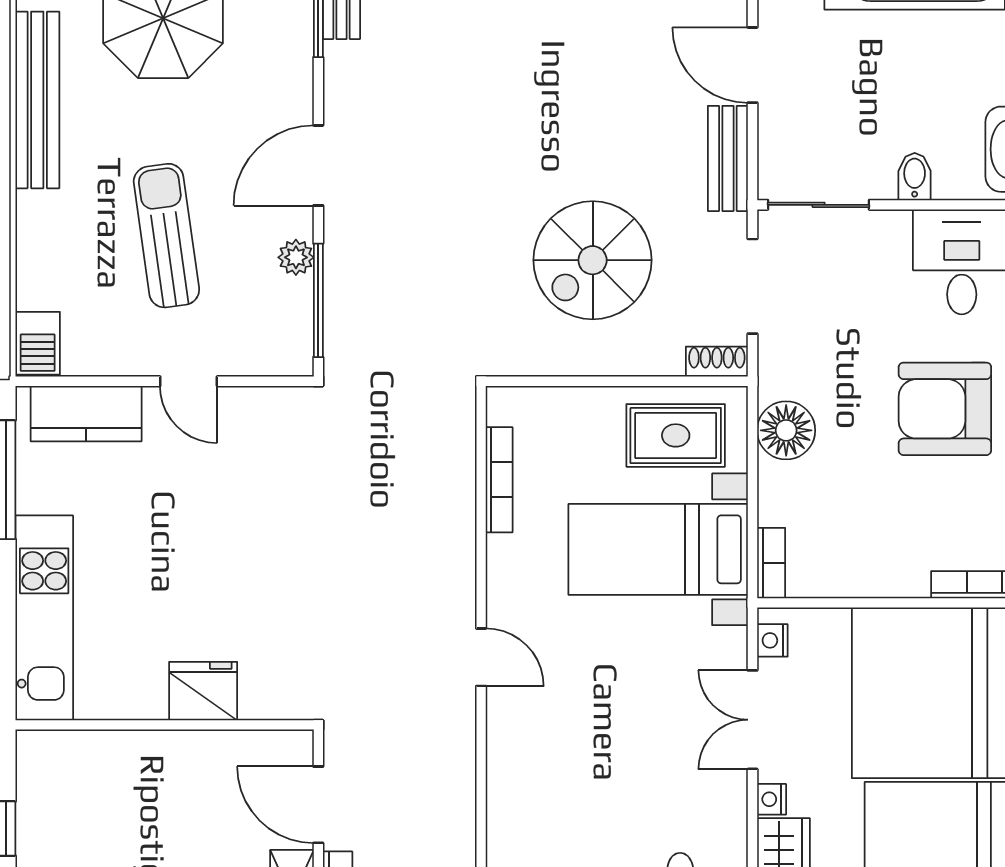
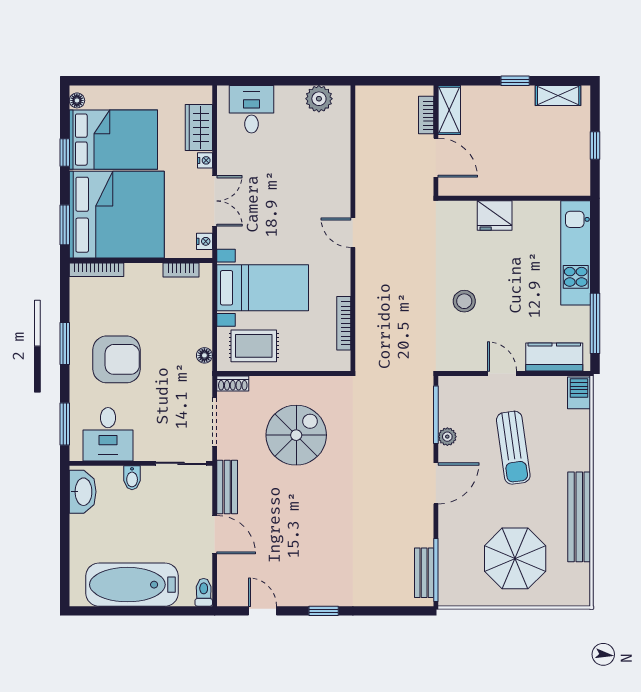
floor lamp: (786, 430) -> (204, 355), width x0.53, depth x0.53
stool: (263, 523) -> (464, 301), added
bookcase: (771, 563) -> (181, 270), moved, turned -90

